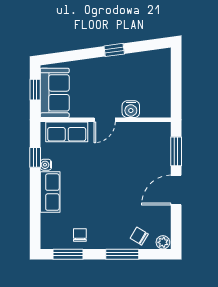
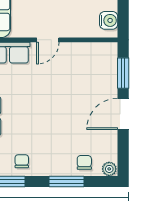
water cooler: (131, 109) -> (109, 20), moved, turned -90
chair: (139, 236) -> (84, 162), turned 59

